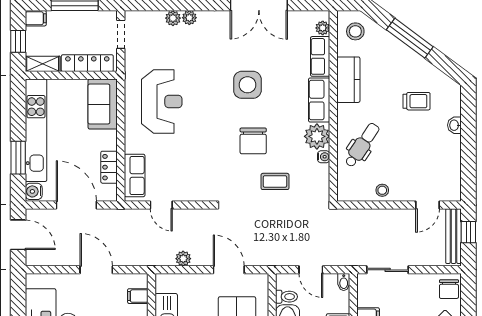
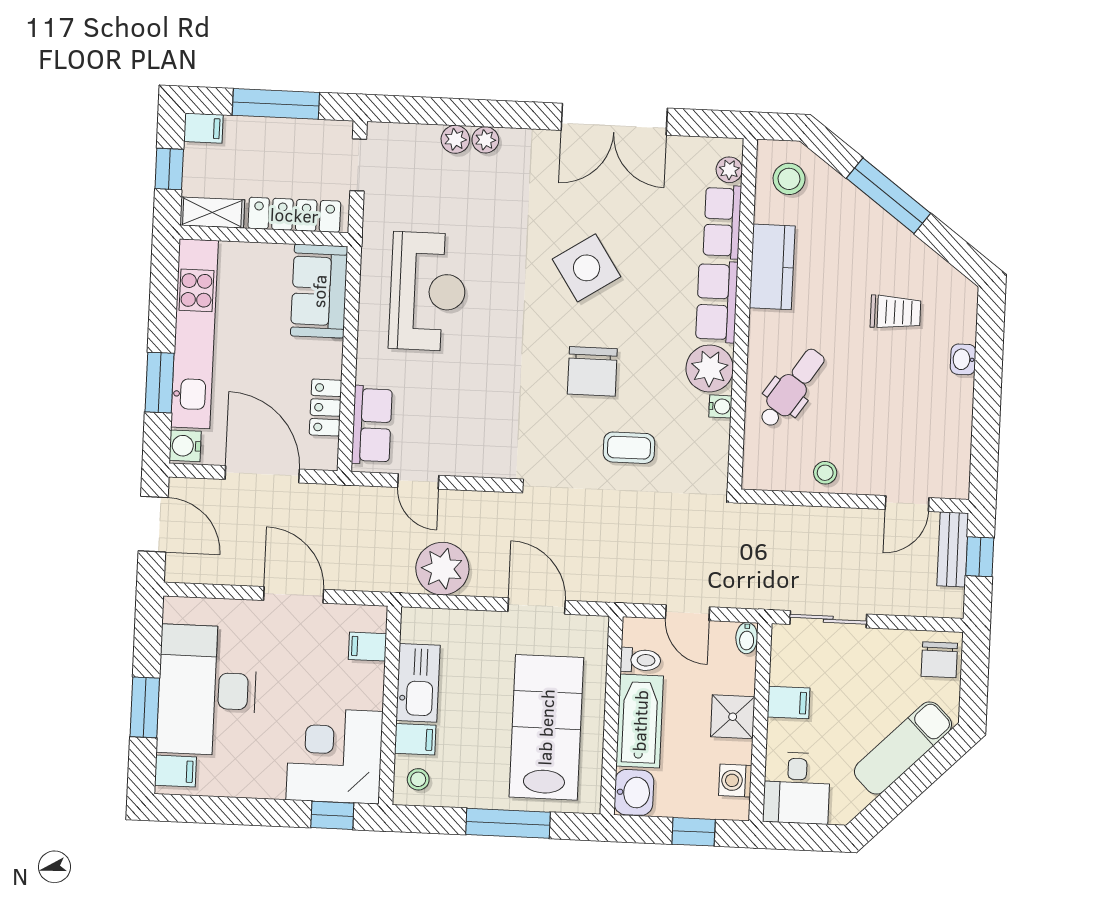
side table: (247, 85) -> (587, 268), turned -33
bench: (454, 236) -> (953, 549), width x0.73
plant: (183, 259) -> (442, 569), width x1.87, depth x1.87

